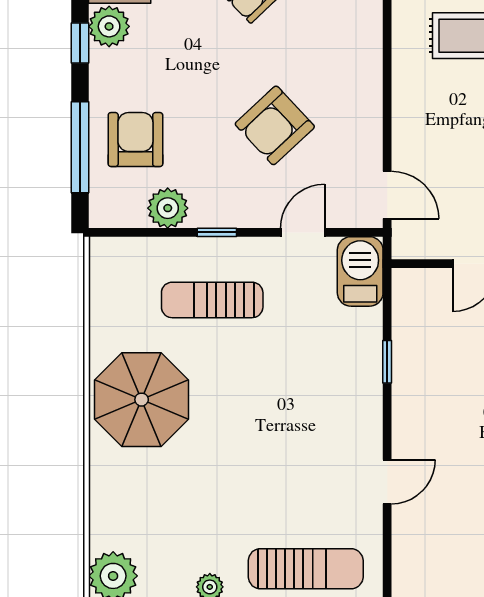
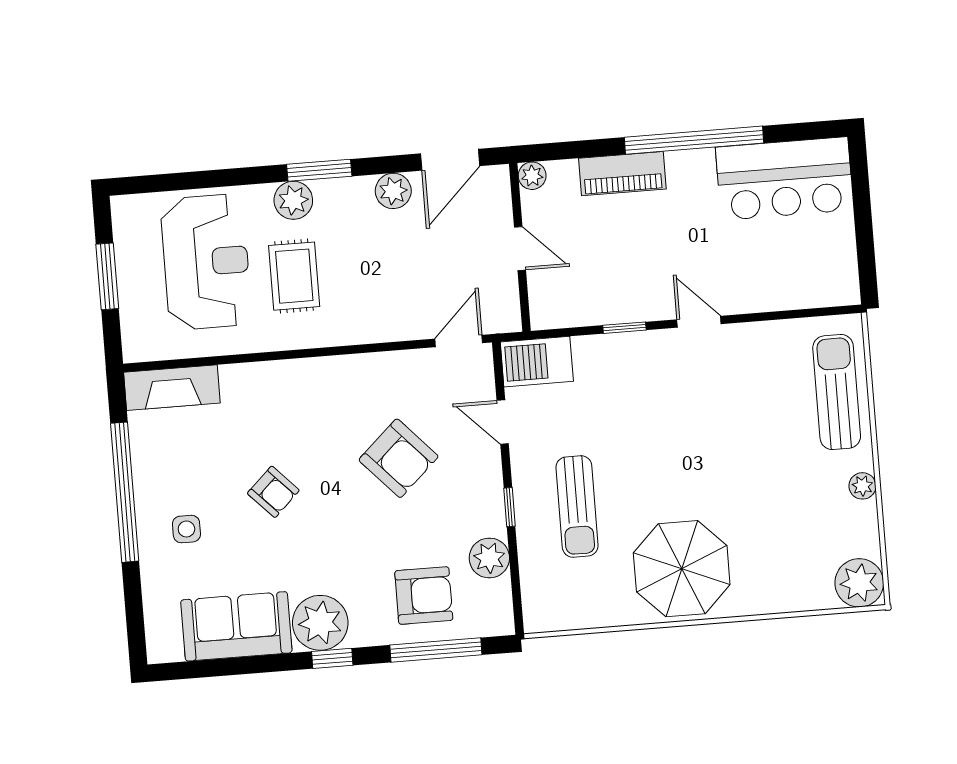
plant: (109, 26) -> (320, 623), width x1.36, depth x1.36
armchair: (135, 140) -> (424, 596), turned 180
door: (387, 482) -> (699, 322), moved

